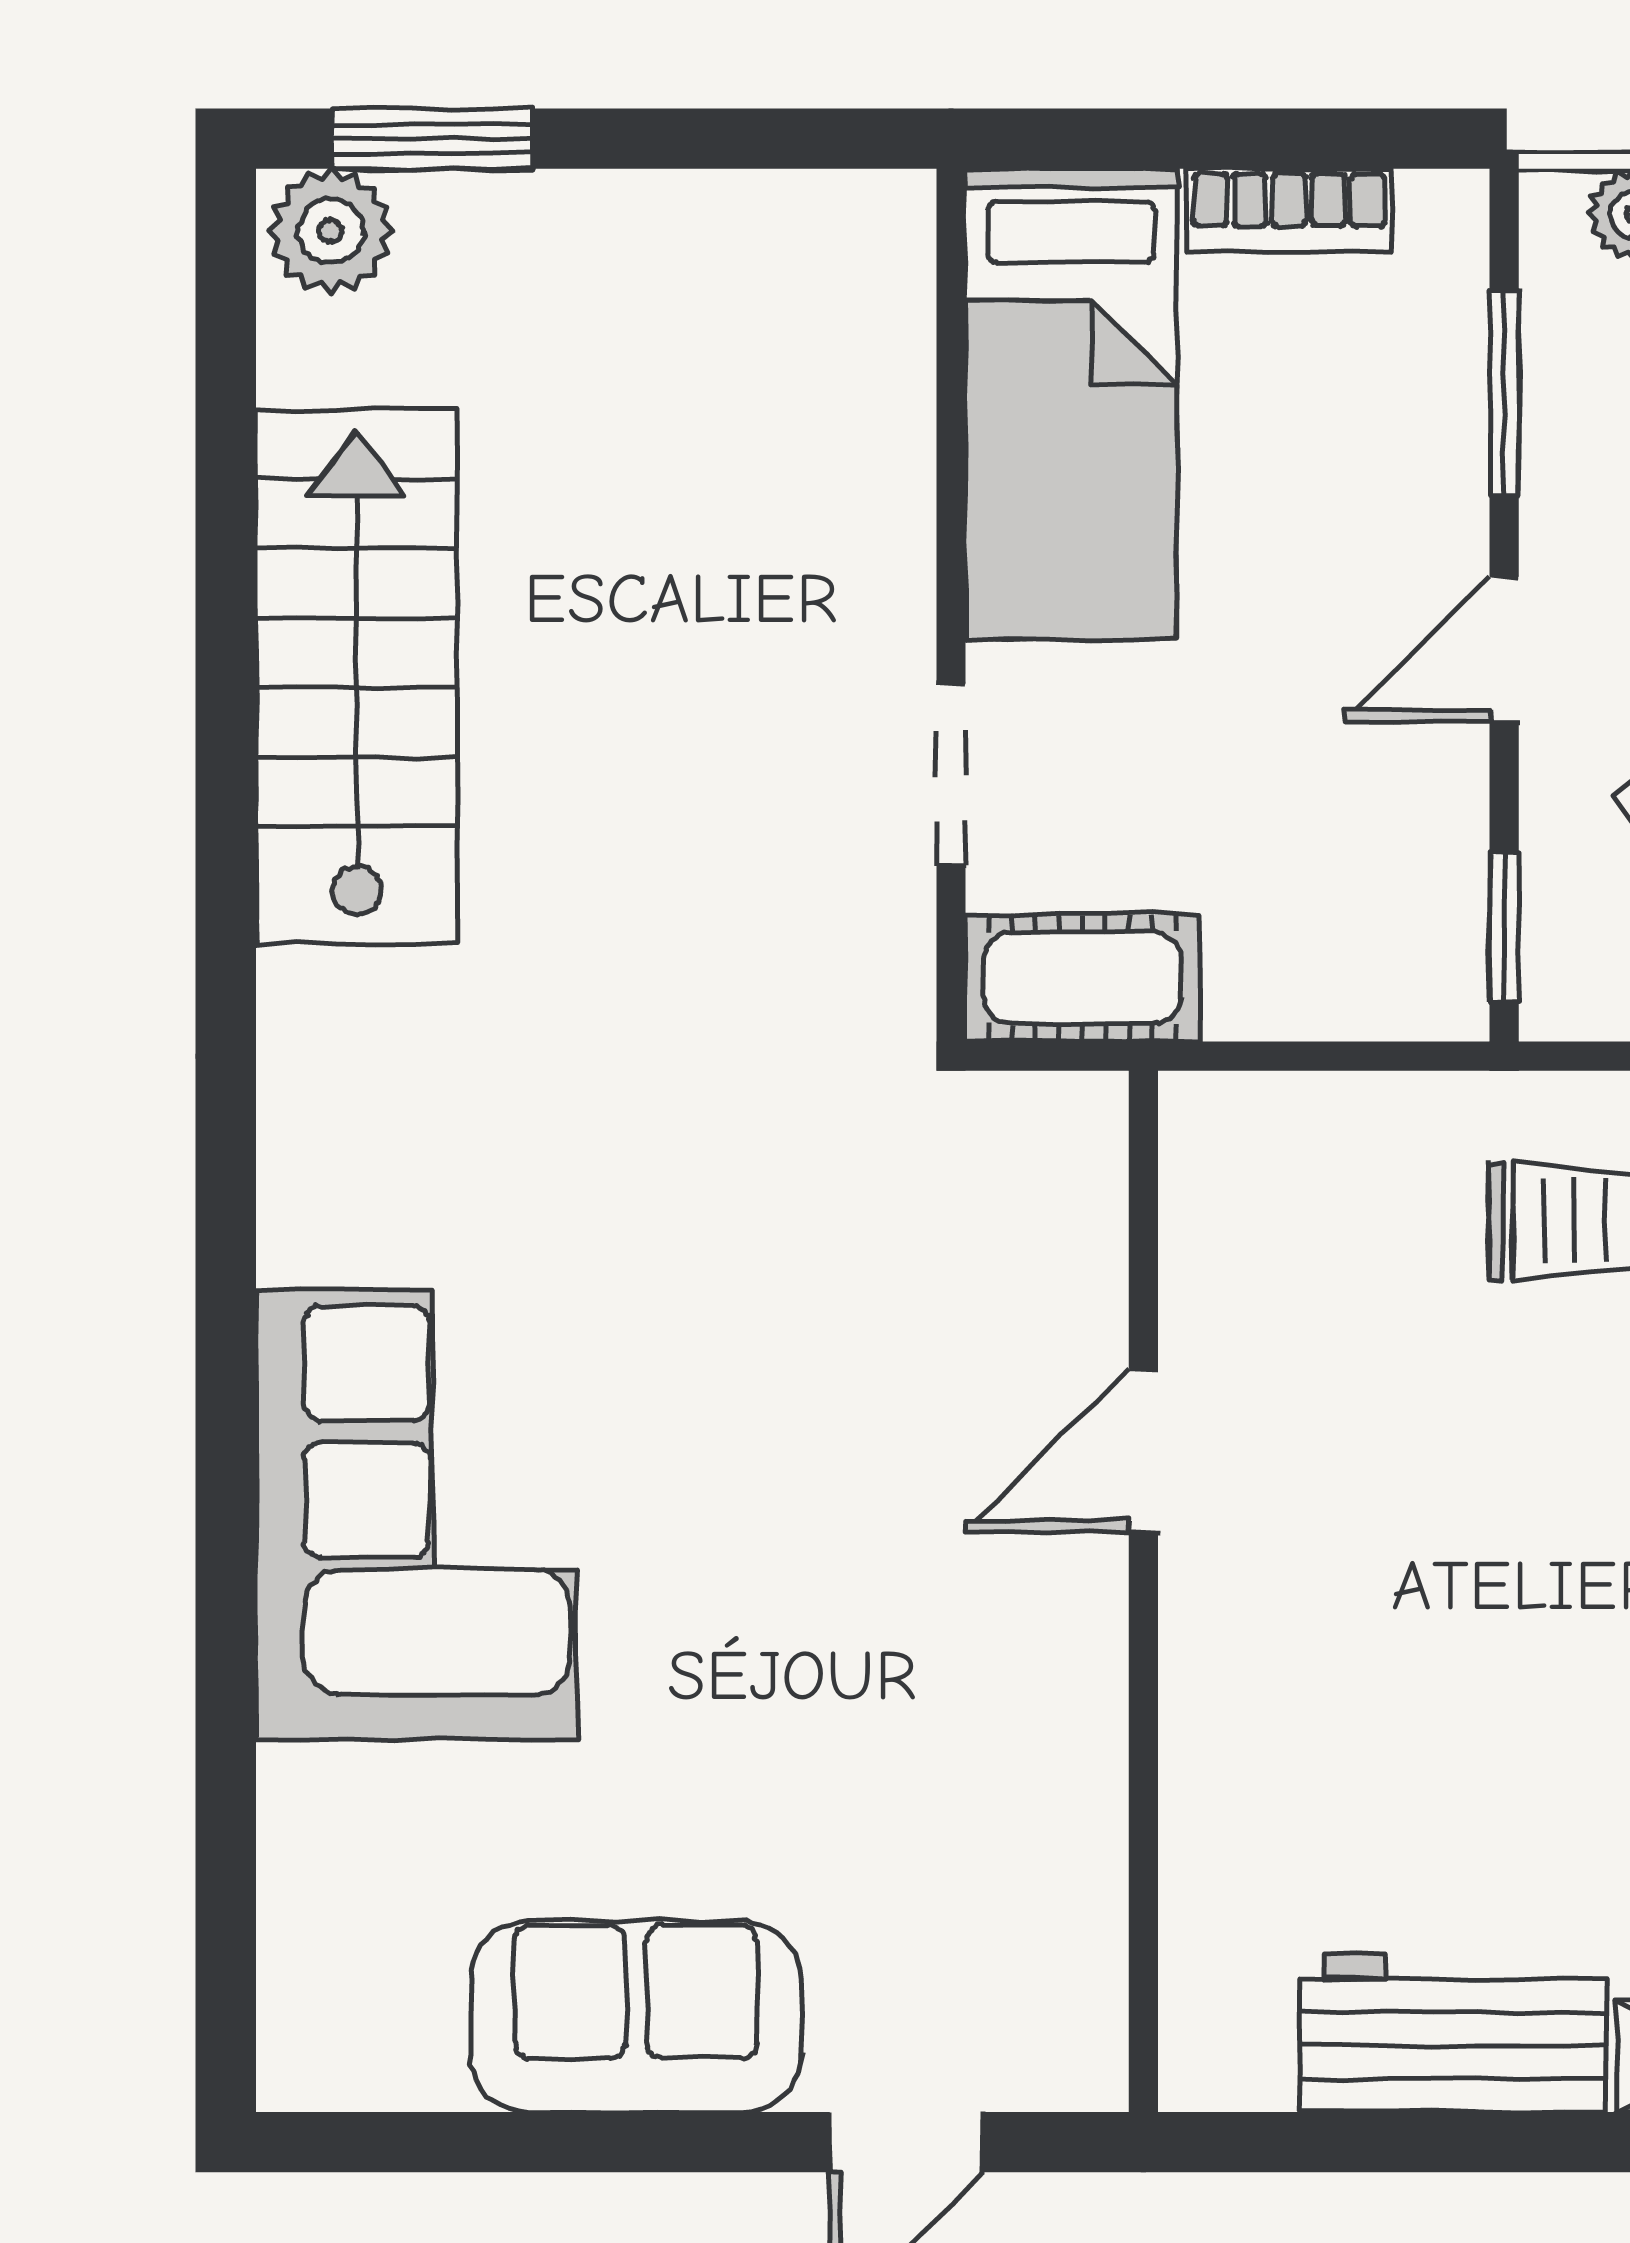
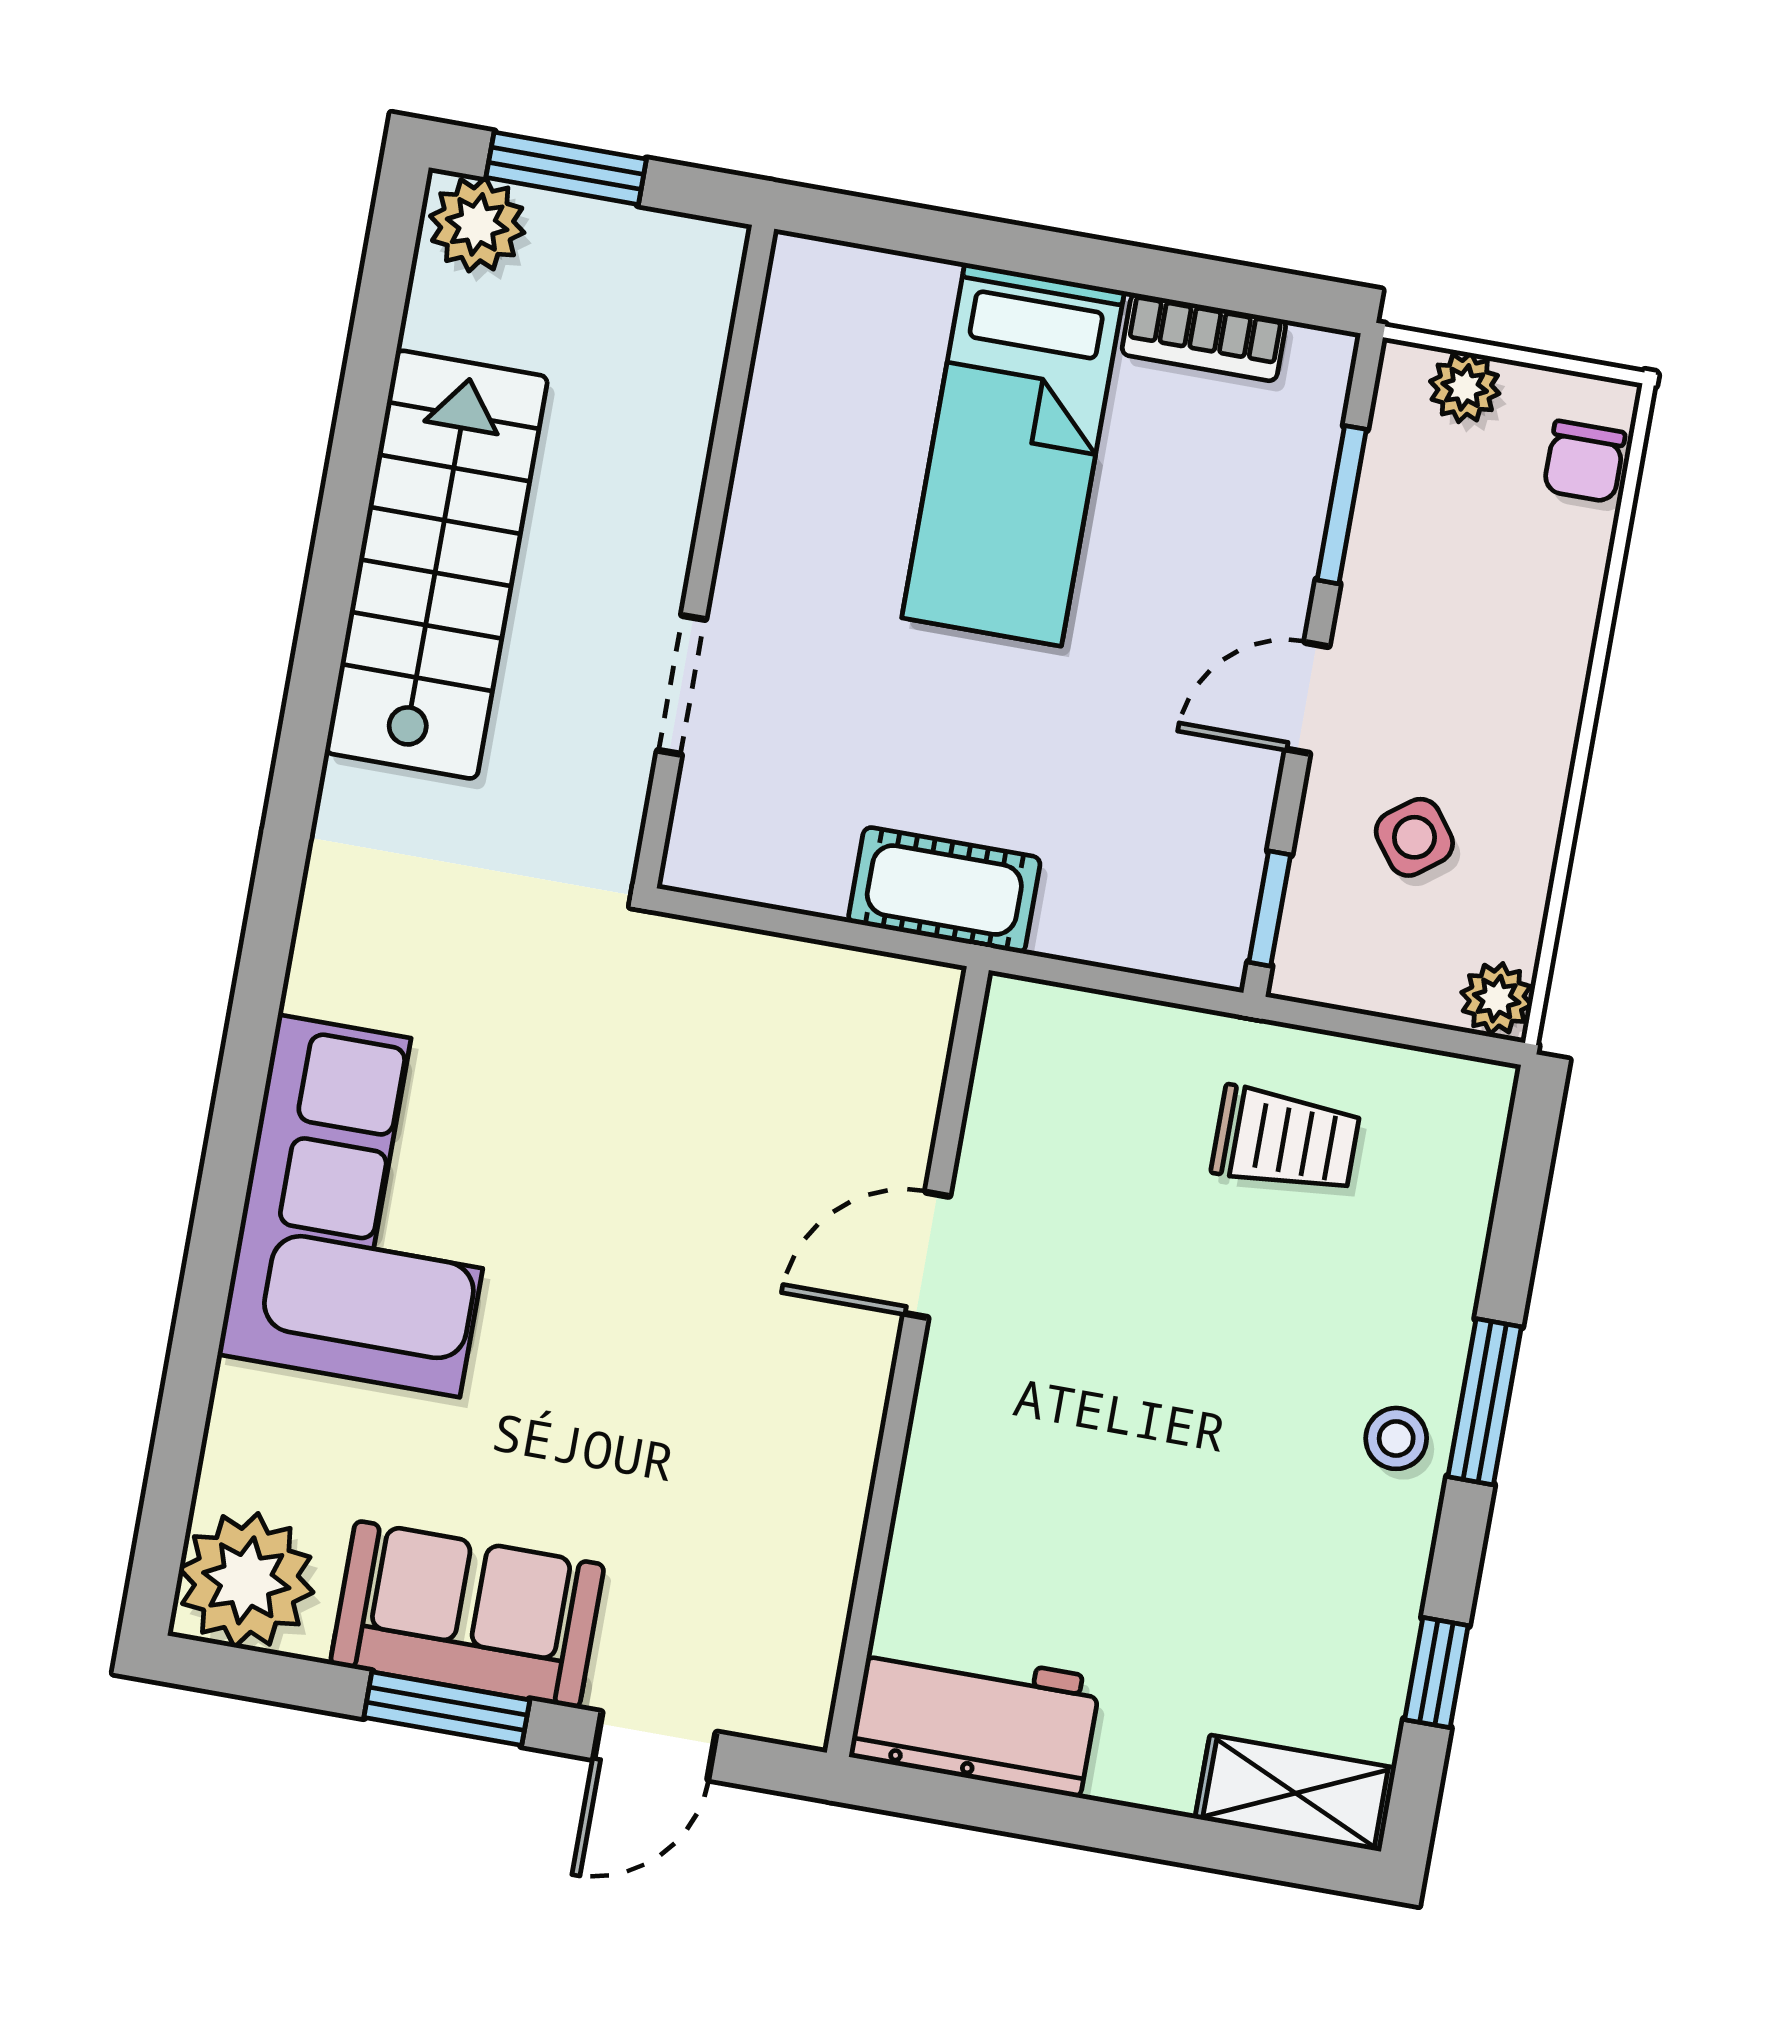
wall: (951, 605) -> (704, 557), moved
doorway: (951, 775) -> (682, 685), moved
plant: (345, 2023) -> (246, 1580), added
workbench: (1453, 2033) -> (975, 1718), moved
window: (631, 2142) -> (447, 1709), added

